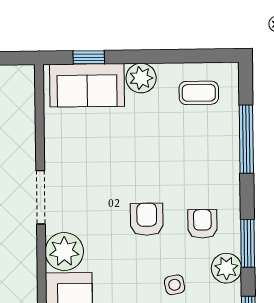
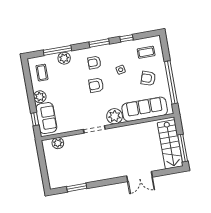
plant: (22, 103) -> (58, 143), added
plant: (226, 268) -> (64, 58), moved

